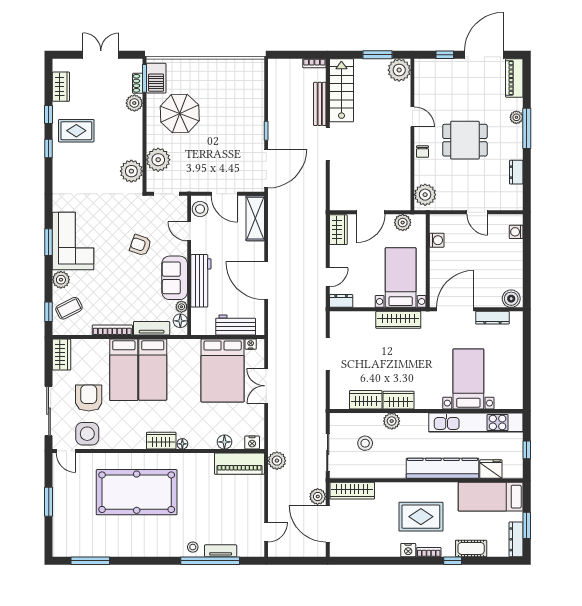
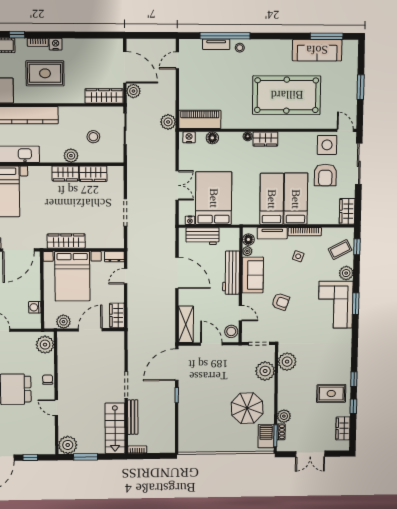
bed with nightstands: (401, 277) -> (72, 276), width x1.36
side table: (120, 300) -> (298, 256), added
sofa: (101, 545) -> (317, 50), added

